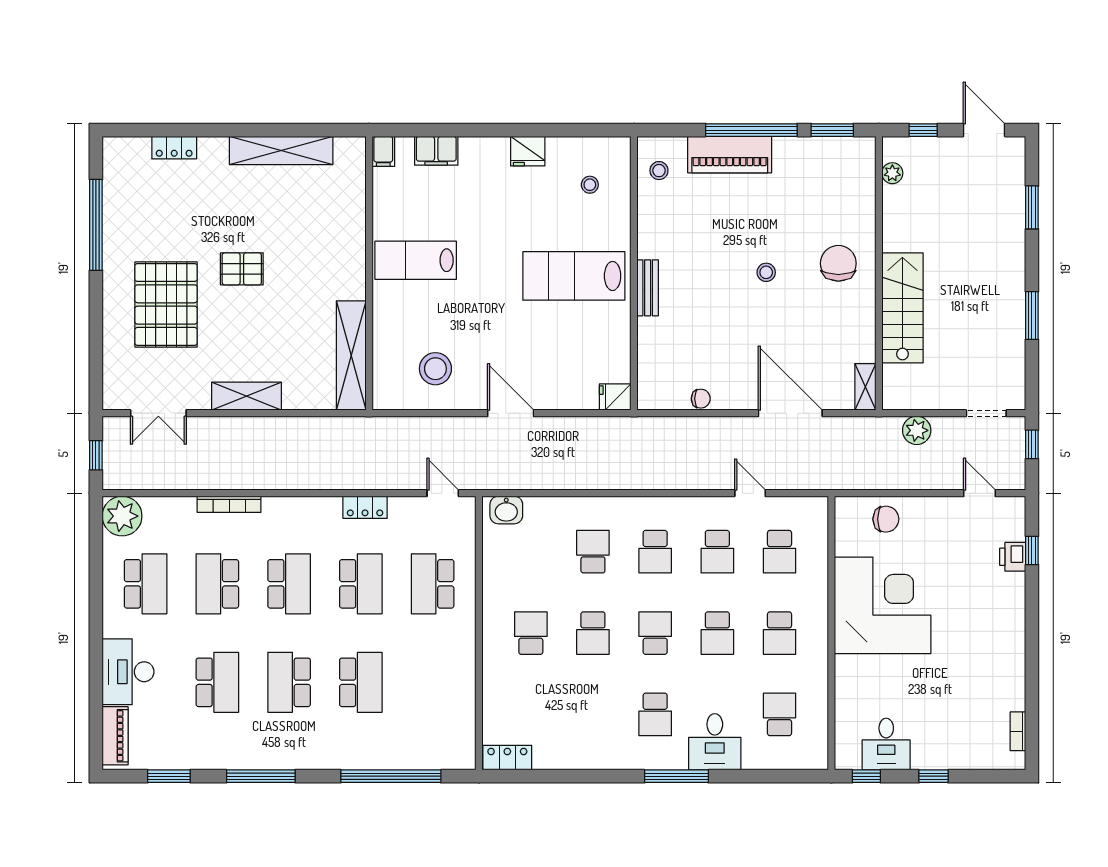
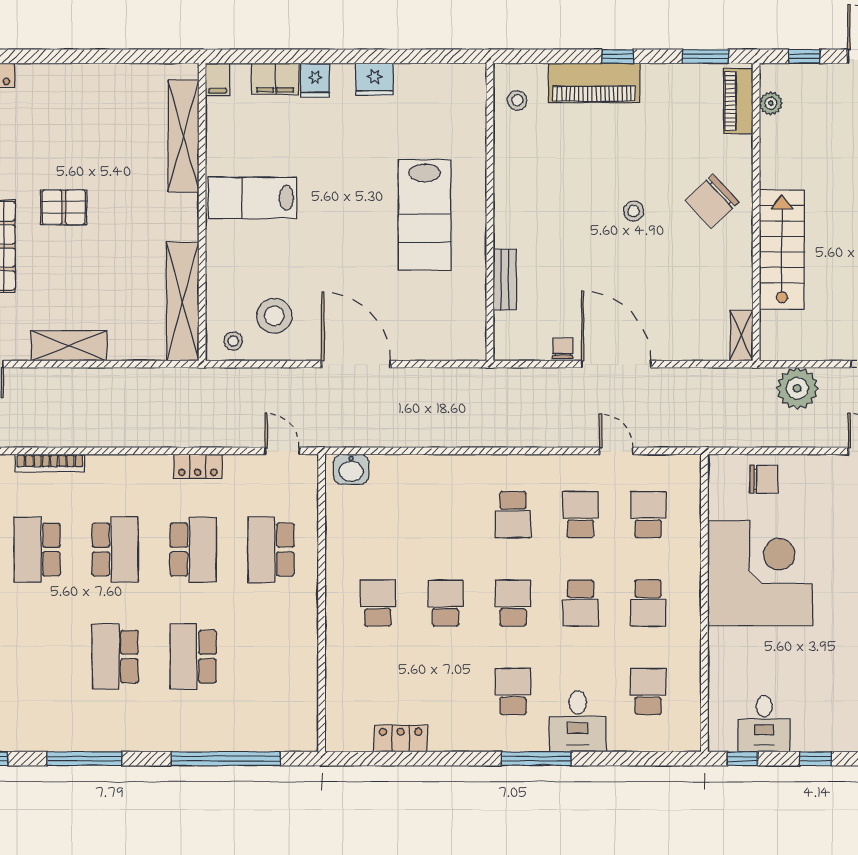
window: (751, 130) -> (618, 56), width x0.32
shelving: (281, 150) -> (183, 136), moved, turned 90
piano: (862, 171) -> (738, 101), added
stool: (590, 185) -> (233, 341), moved
chair: (838, 263) -> (712, 201), turned -133
lab bench: (574, 276) -> (425, 215), turned -90
bench: (648, 288) -> (505, 279), moved
fridge: (615, 397) -> (315, 80), moved, turned -90
chair: (701, 399) -> (563, 348), turned -90
door: (511, 413) -> (356, 364), width x1.36
door: (790, 413) -> (616, 364), moved
plant: (917, 430) -> (797, 388), width x1.36, depth x1.36
school desk: (593, 552) -> (445, 515), removed
school desk: (717, 552) -> (581, 515), turned 180
school desk: (779, 552) -> (648, 515), turned 180
school desk: (593, 633) -> (445, 603), turned 180
school desk: (217, 682) -> (37, 657), removed
school desk: (361, 682) -> (193, 657), turned 180
school desk: (655, 714) -> (513, 692), turned 180
locker: (507, 758) -> (401, 738), moved

